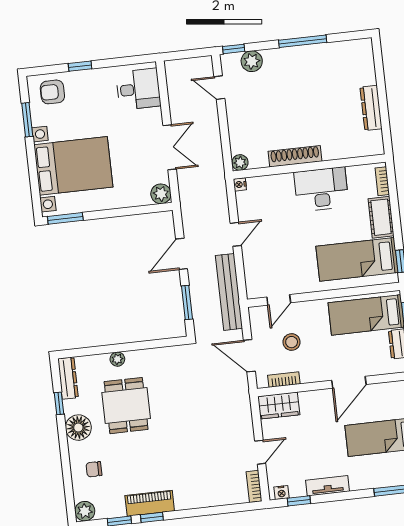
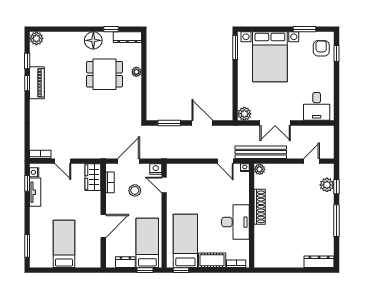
window: (234, 49) -> (337, 187), moved
window: (80, 66) -> (337, 54), moved
dresser: (371, 108) -> (319, 262), moved
door: (236, 234) -> (225, 161), moved
bench: (229, 292) -> (261, 152), moved
nightstand: (257, 315) -> (156, 169), added
door: (349, 382) -> (103, 226), swing flipped
chair: (94, 469) -> (64, 48), removed
tv unit: (328, 486) -> (35, 192), moved

